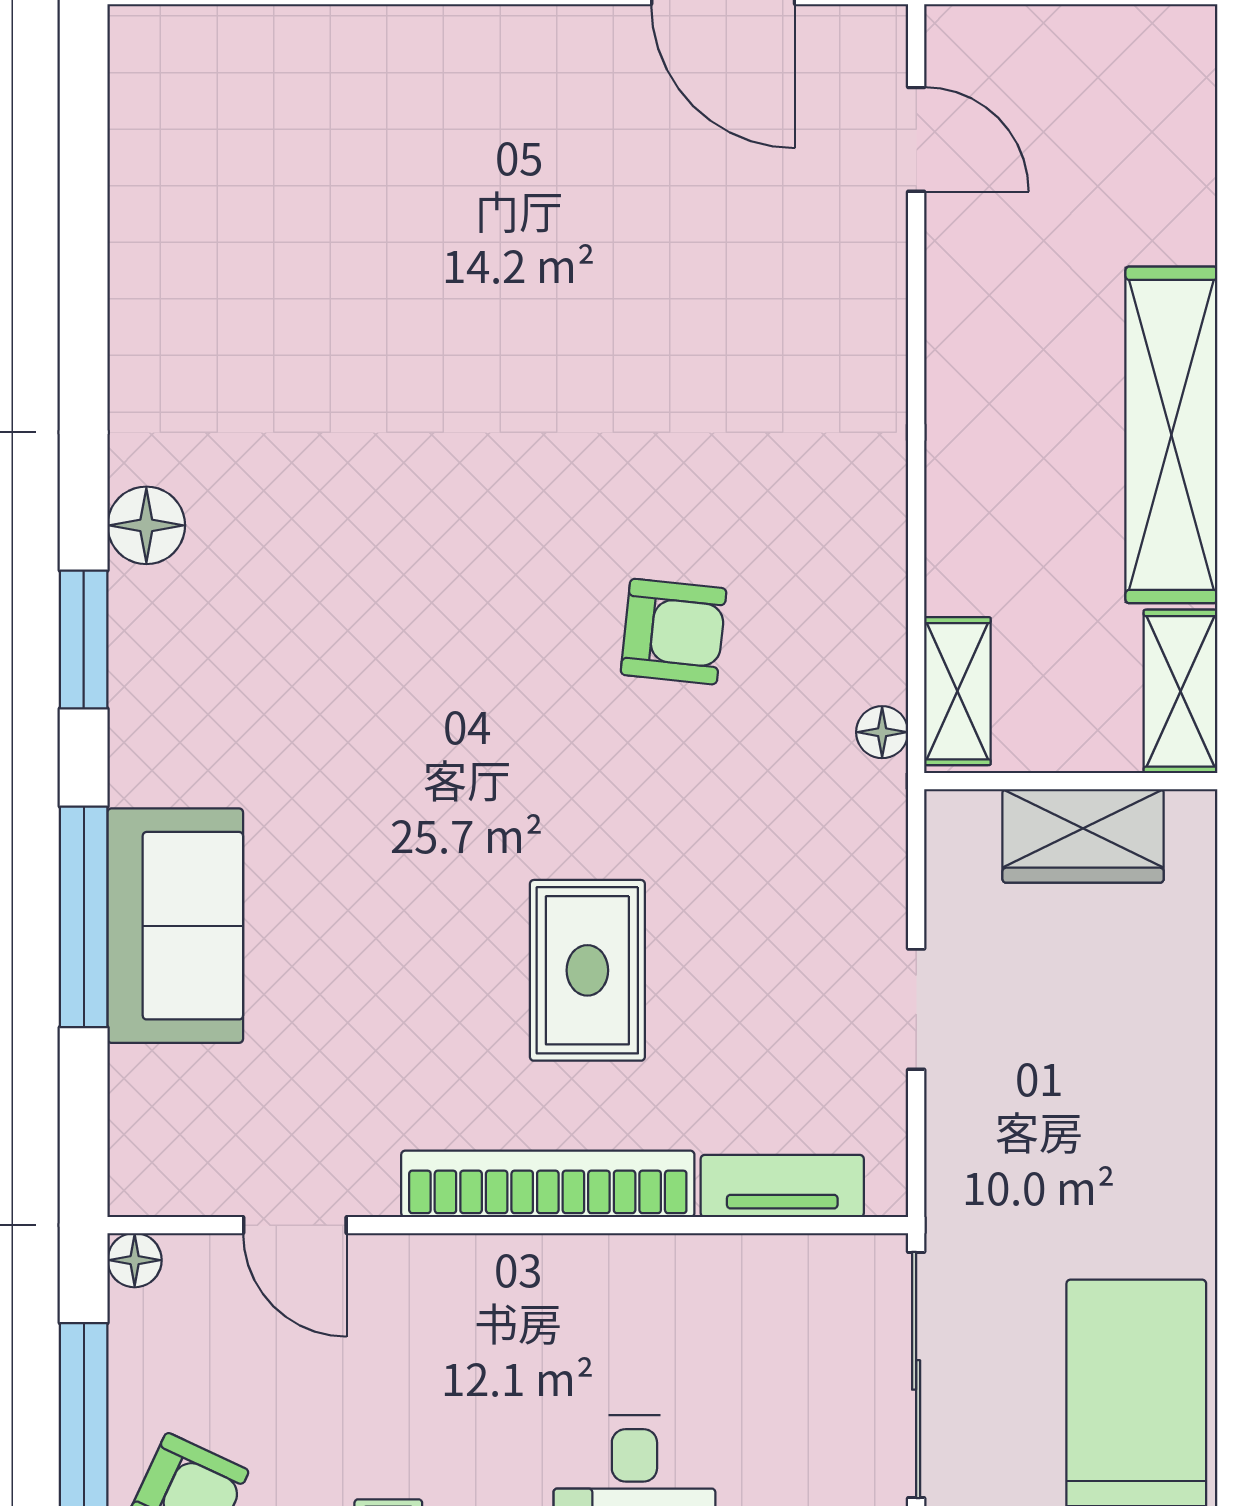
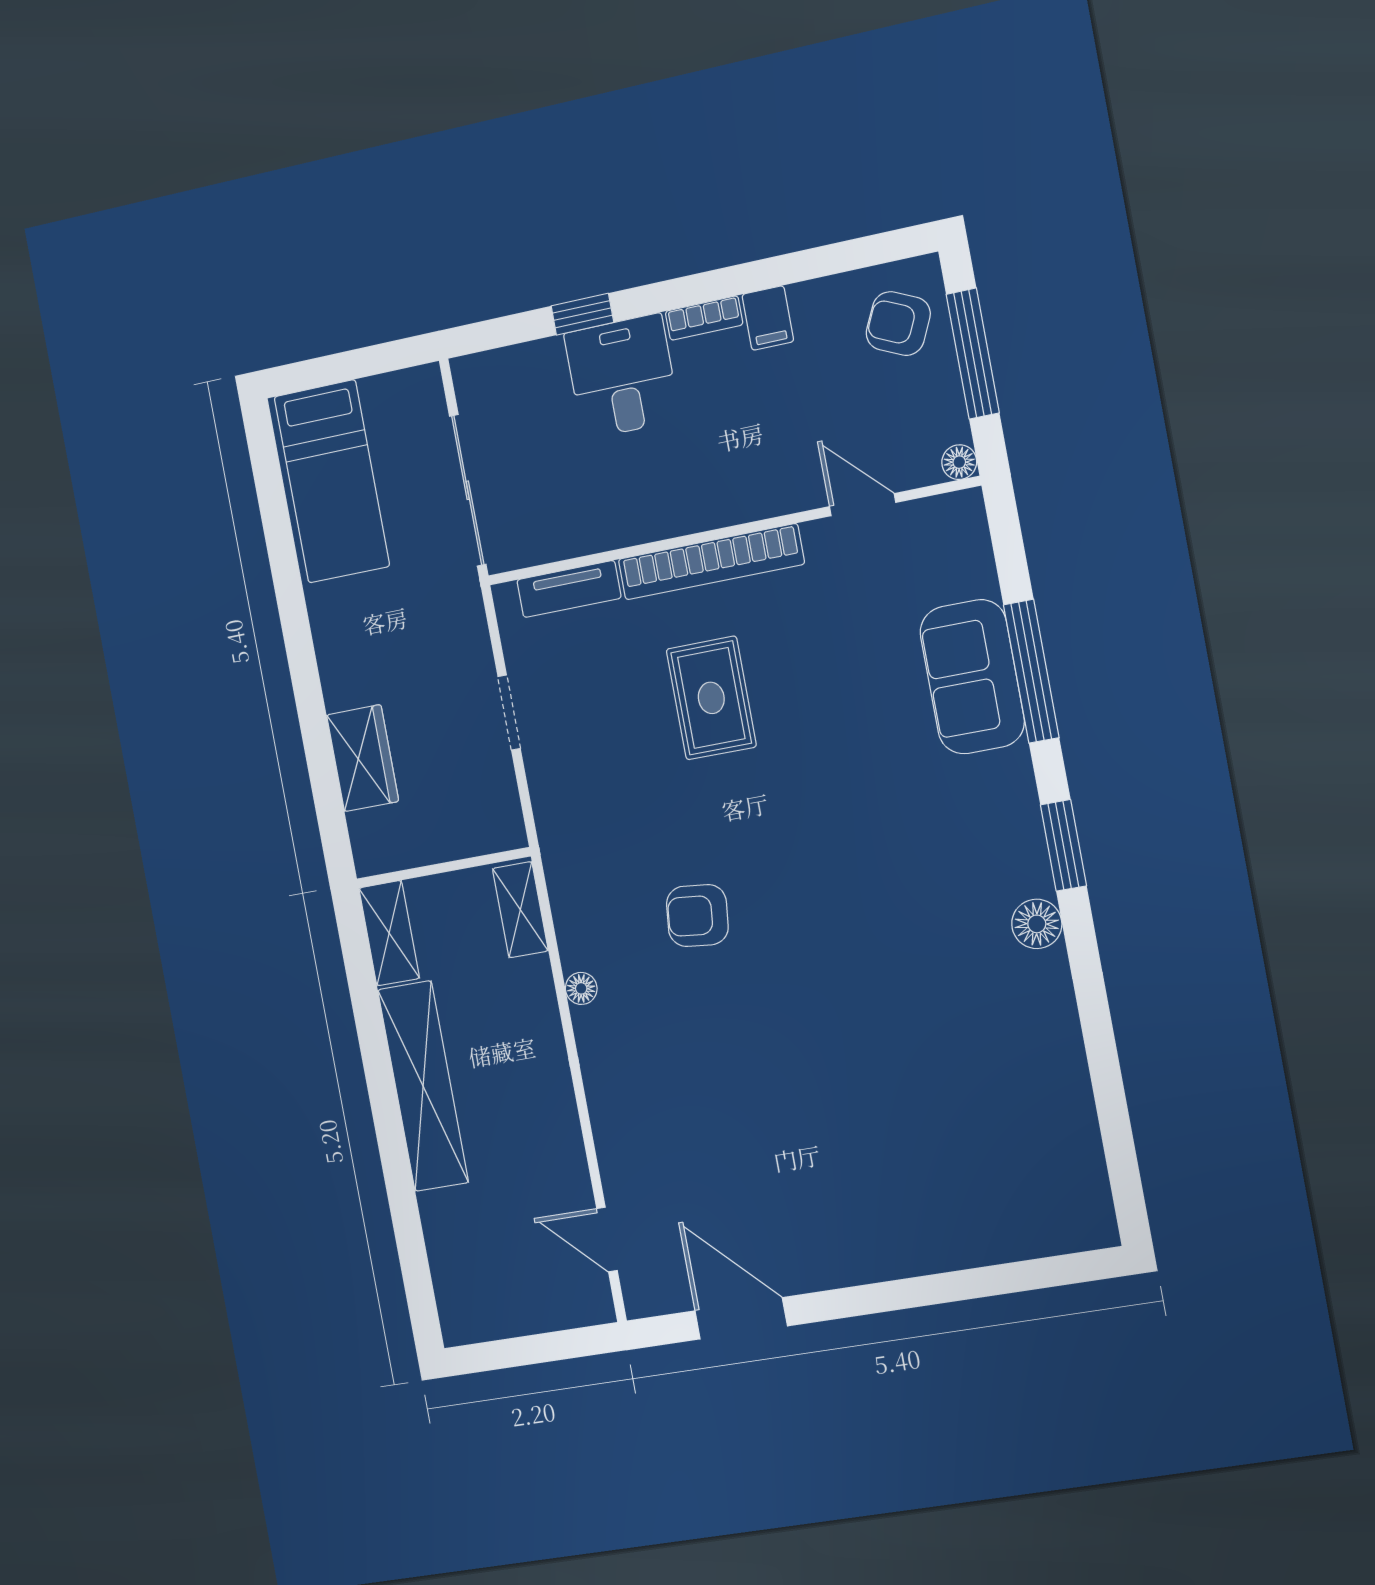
floor lamp: (882, 732) -> (581, 988), moved
wardrobe: (1083, 836) -> (363, 758), moved, turned 90

